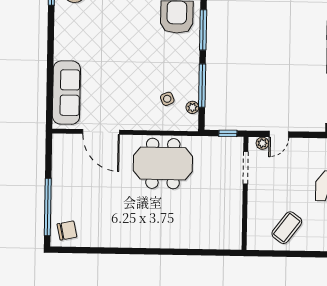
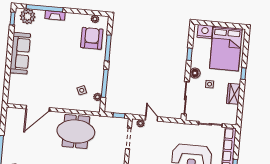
sofa: (66, 93) -> (20, 53), moved
door: (101, 132) -> (38, 108), hinge flipped
door: (279, 134) -> (152, 118), swing flipped

